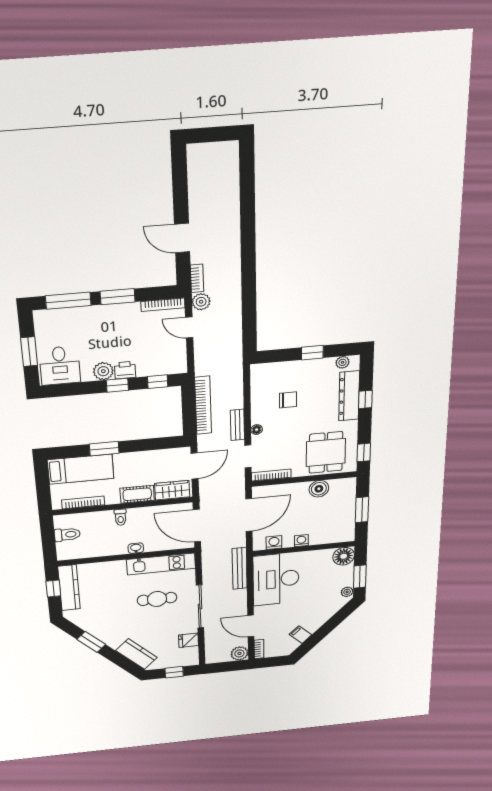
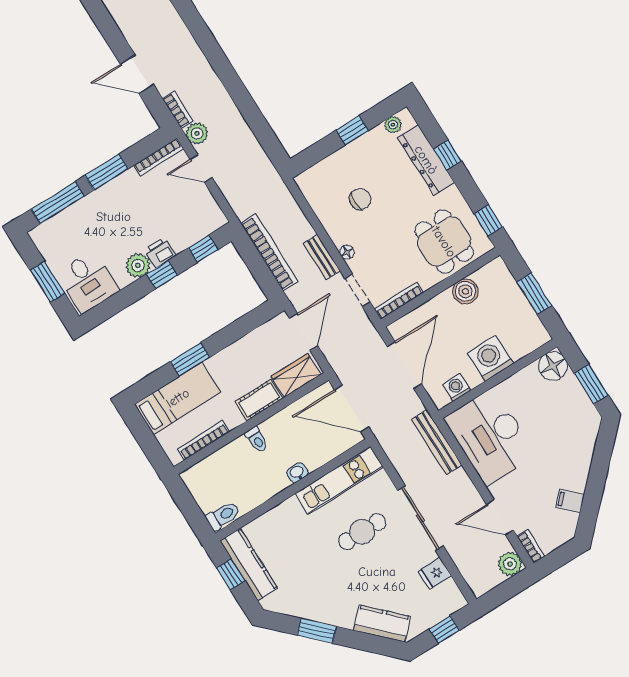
toilet: (67, 535) -> (223, 515), moved
washing machine: (301, 541) -> (490, 358), width x1.89, depth x1.89
plant: (347, 592) -> (589, 413), removed

